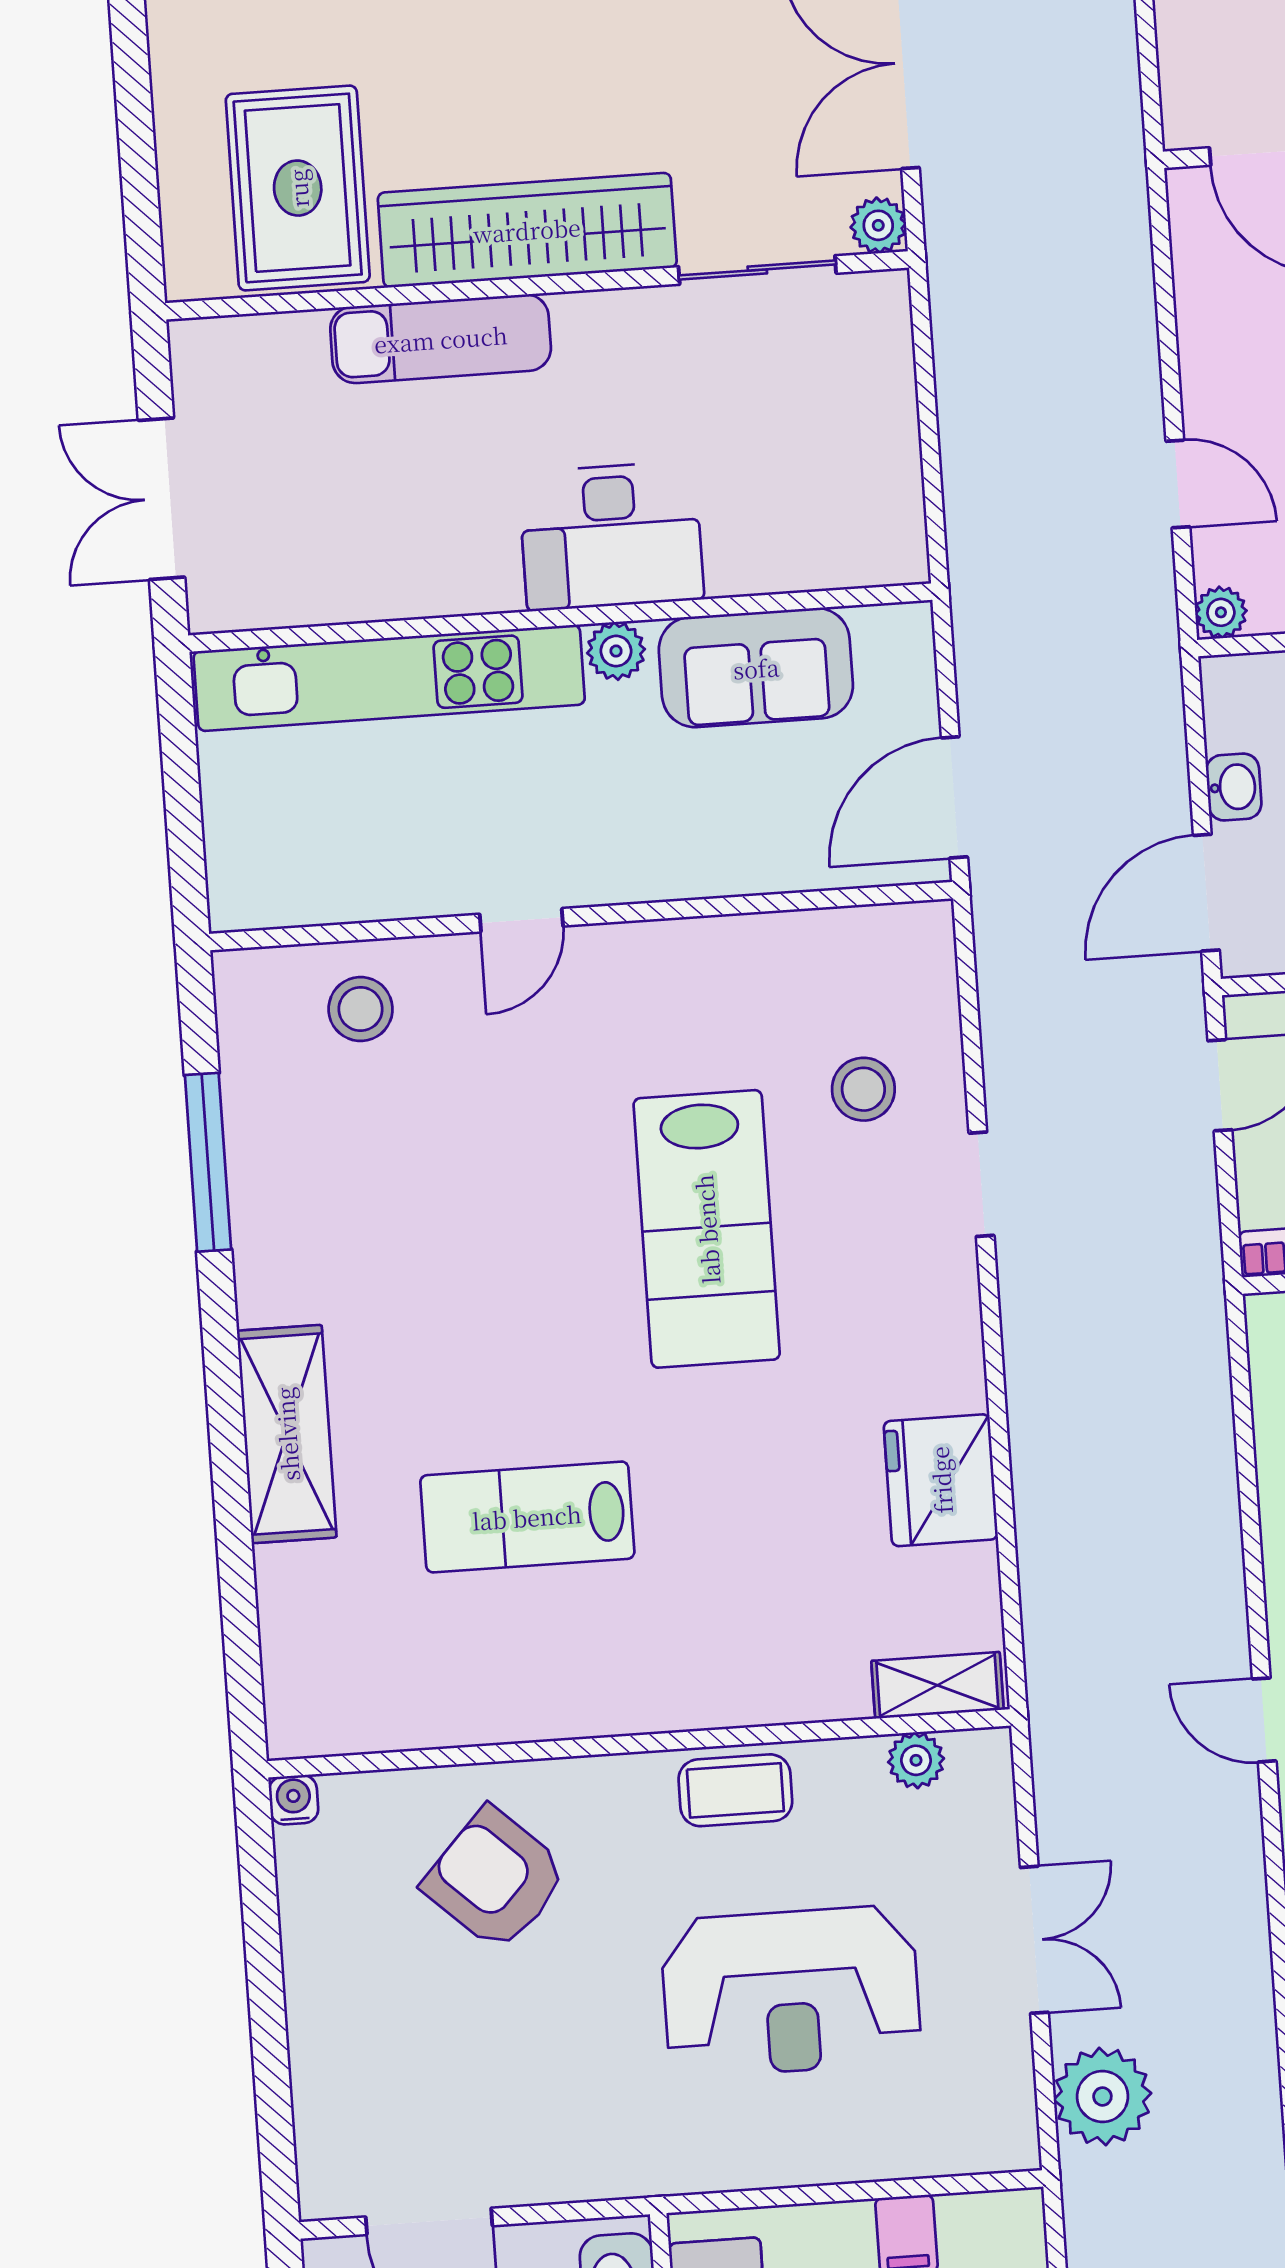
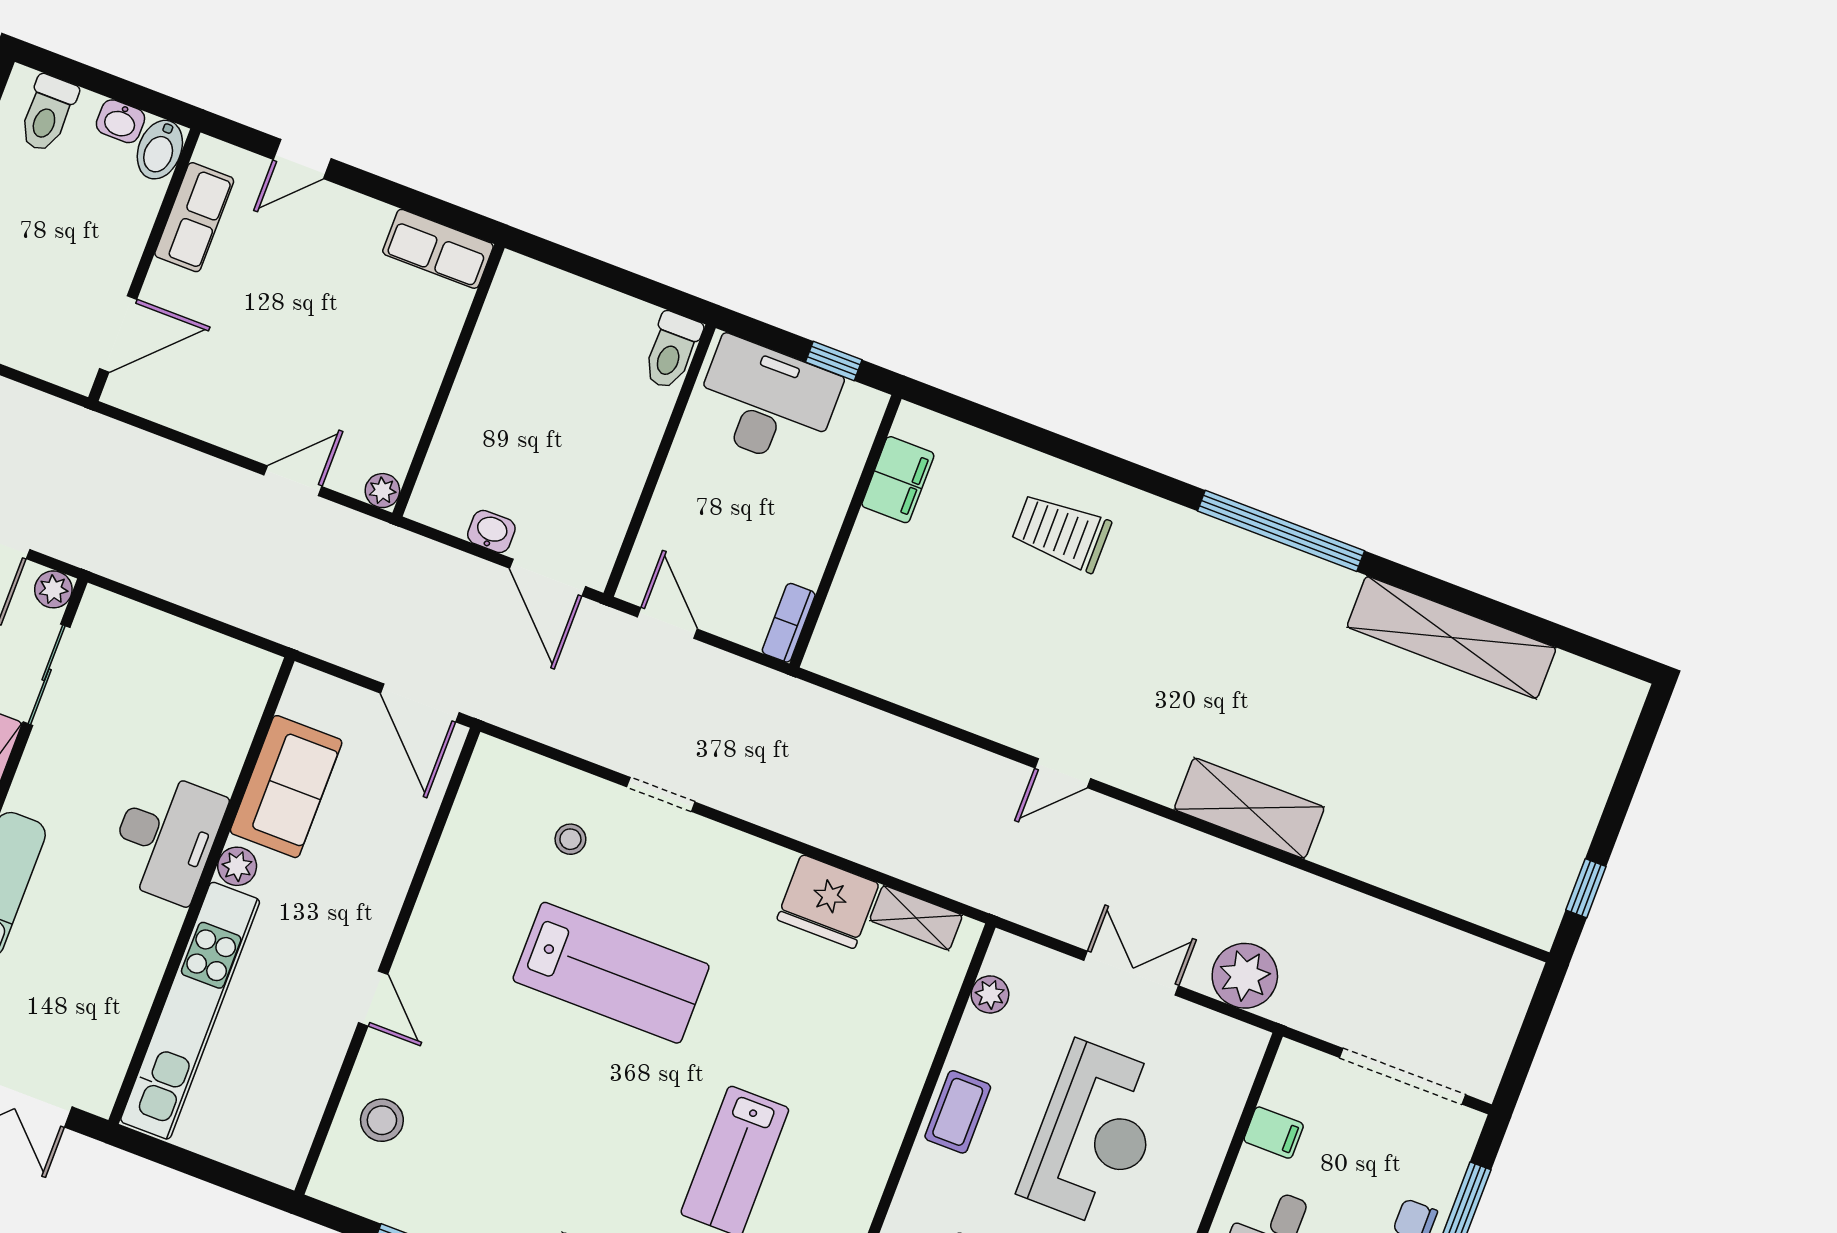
stool: (863, 1089) -> (570, 839), width x0.73, depth x0.73
shelving: (937, 1685) -> (916, 918), moved, turned 90

